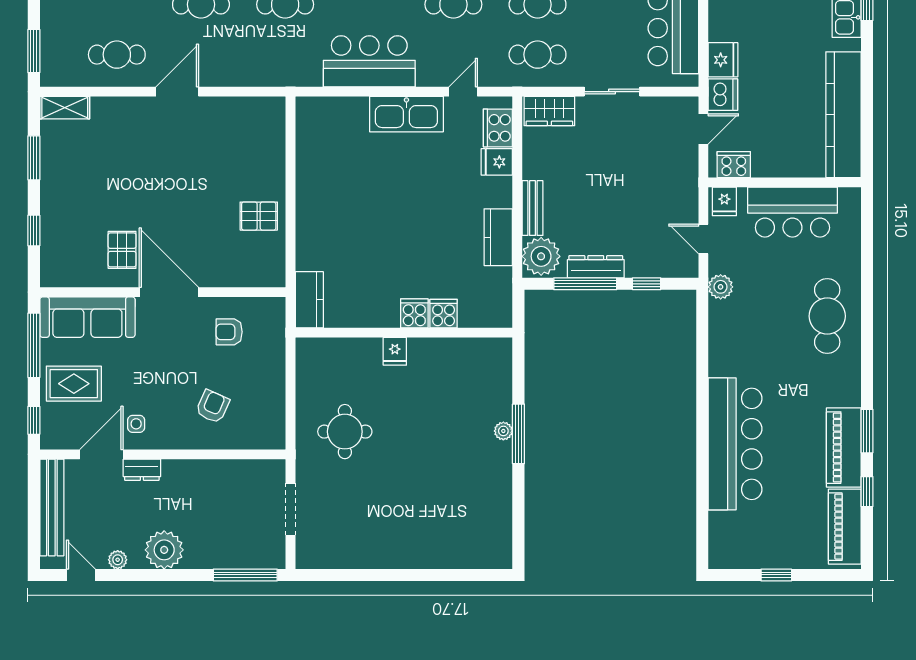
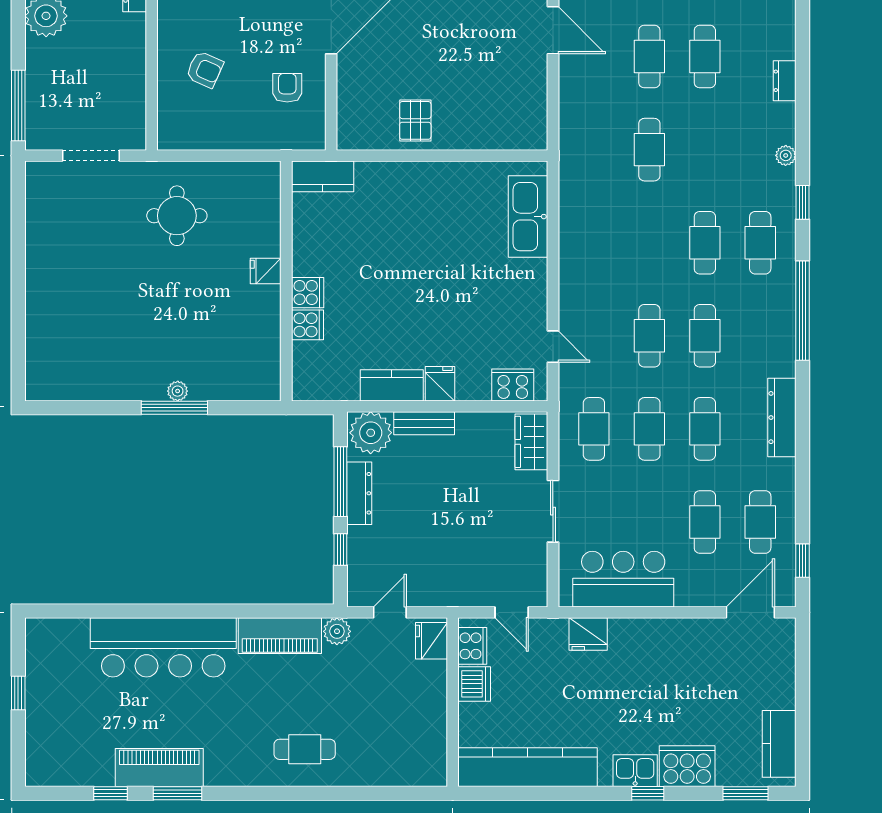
bar counter: (369, 61) -> (586, 243), removed
dishwasher: (723, 95) -> (474, 684), moved, turned -90
kitchen sink: (406, 114) -> (528, 217), moved
fridge: (497, 162) -> (440, 384), moved
fridge: (724, 201) -> (432, 641), width x1.38
bar counter: (792, 212) -> (420, 711), removed
cafe table: (827, 316) -> (305, 749), width x0.73, depth x0.74
piano: (845, 527) -> (280, 636), moved, turned 180

